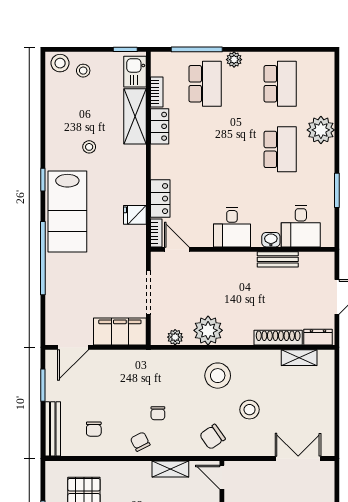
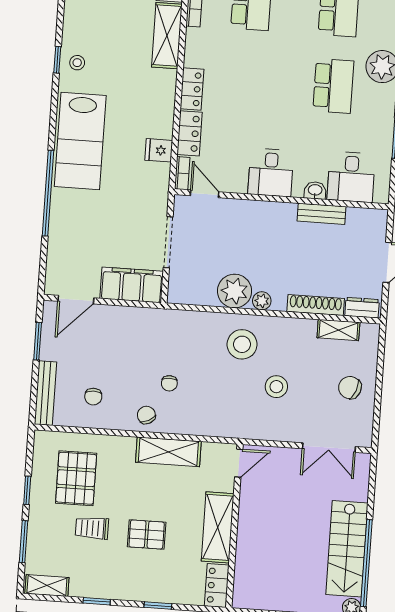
locker: (160, 126) -> (192, 89), moved
stool: (89, 147) -> (77, 63), moved
window: (43, 180) -> (57, 60), moved
plant: (175, 337) -> (262, 301), moved
chair: (212, 437) -> (350, 388), moved, turned 56
double door: (298, 459) -> (329, 448), swing flipped
shelving: (170, 469) -> (168, 452), width x1.50, depth x1.33
door: (222, 477) -> (239, 463), swing flipped

